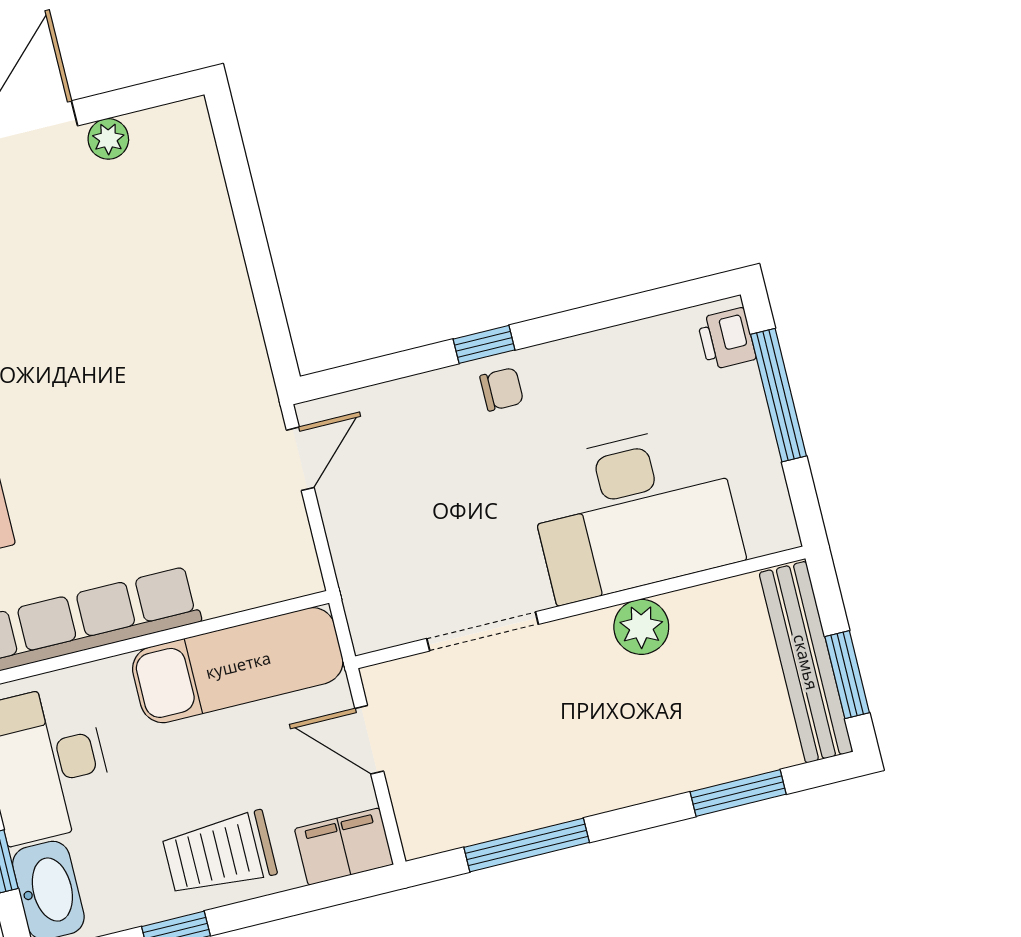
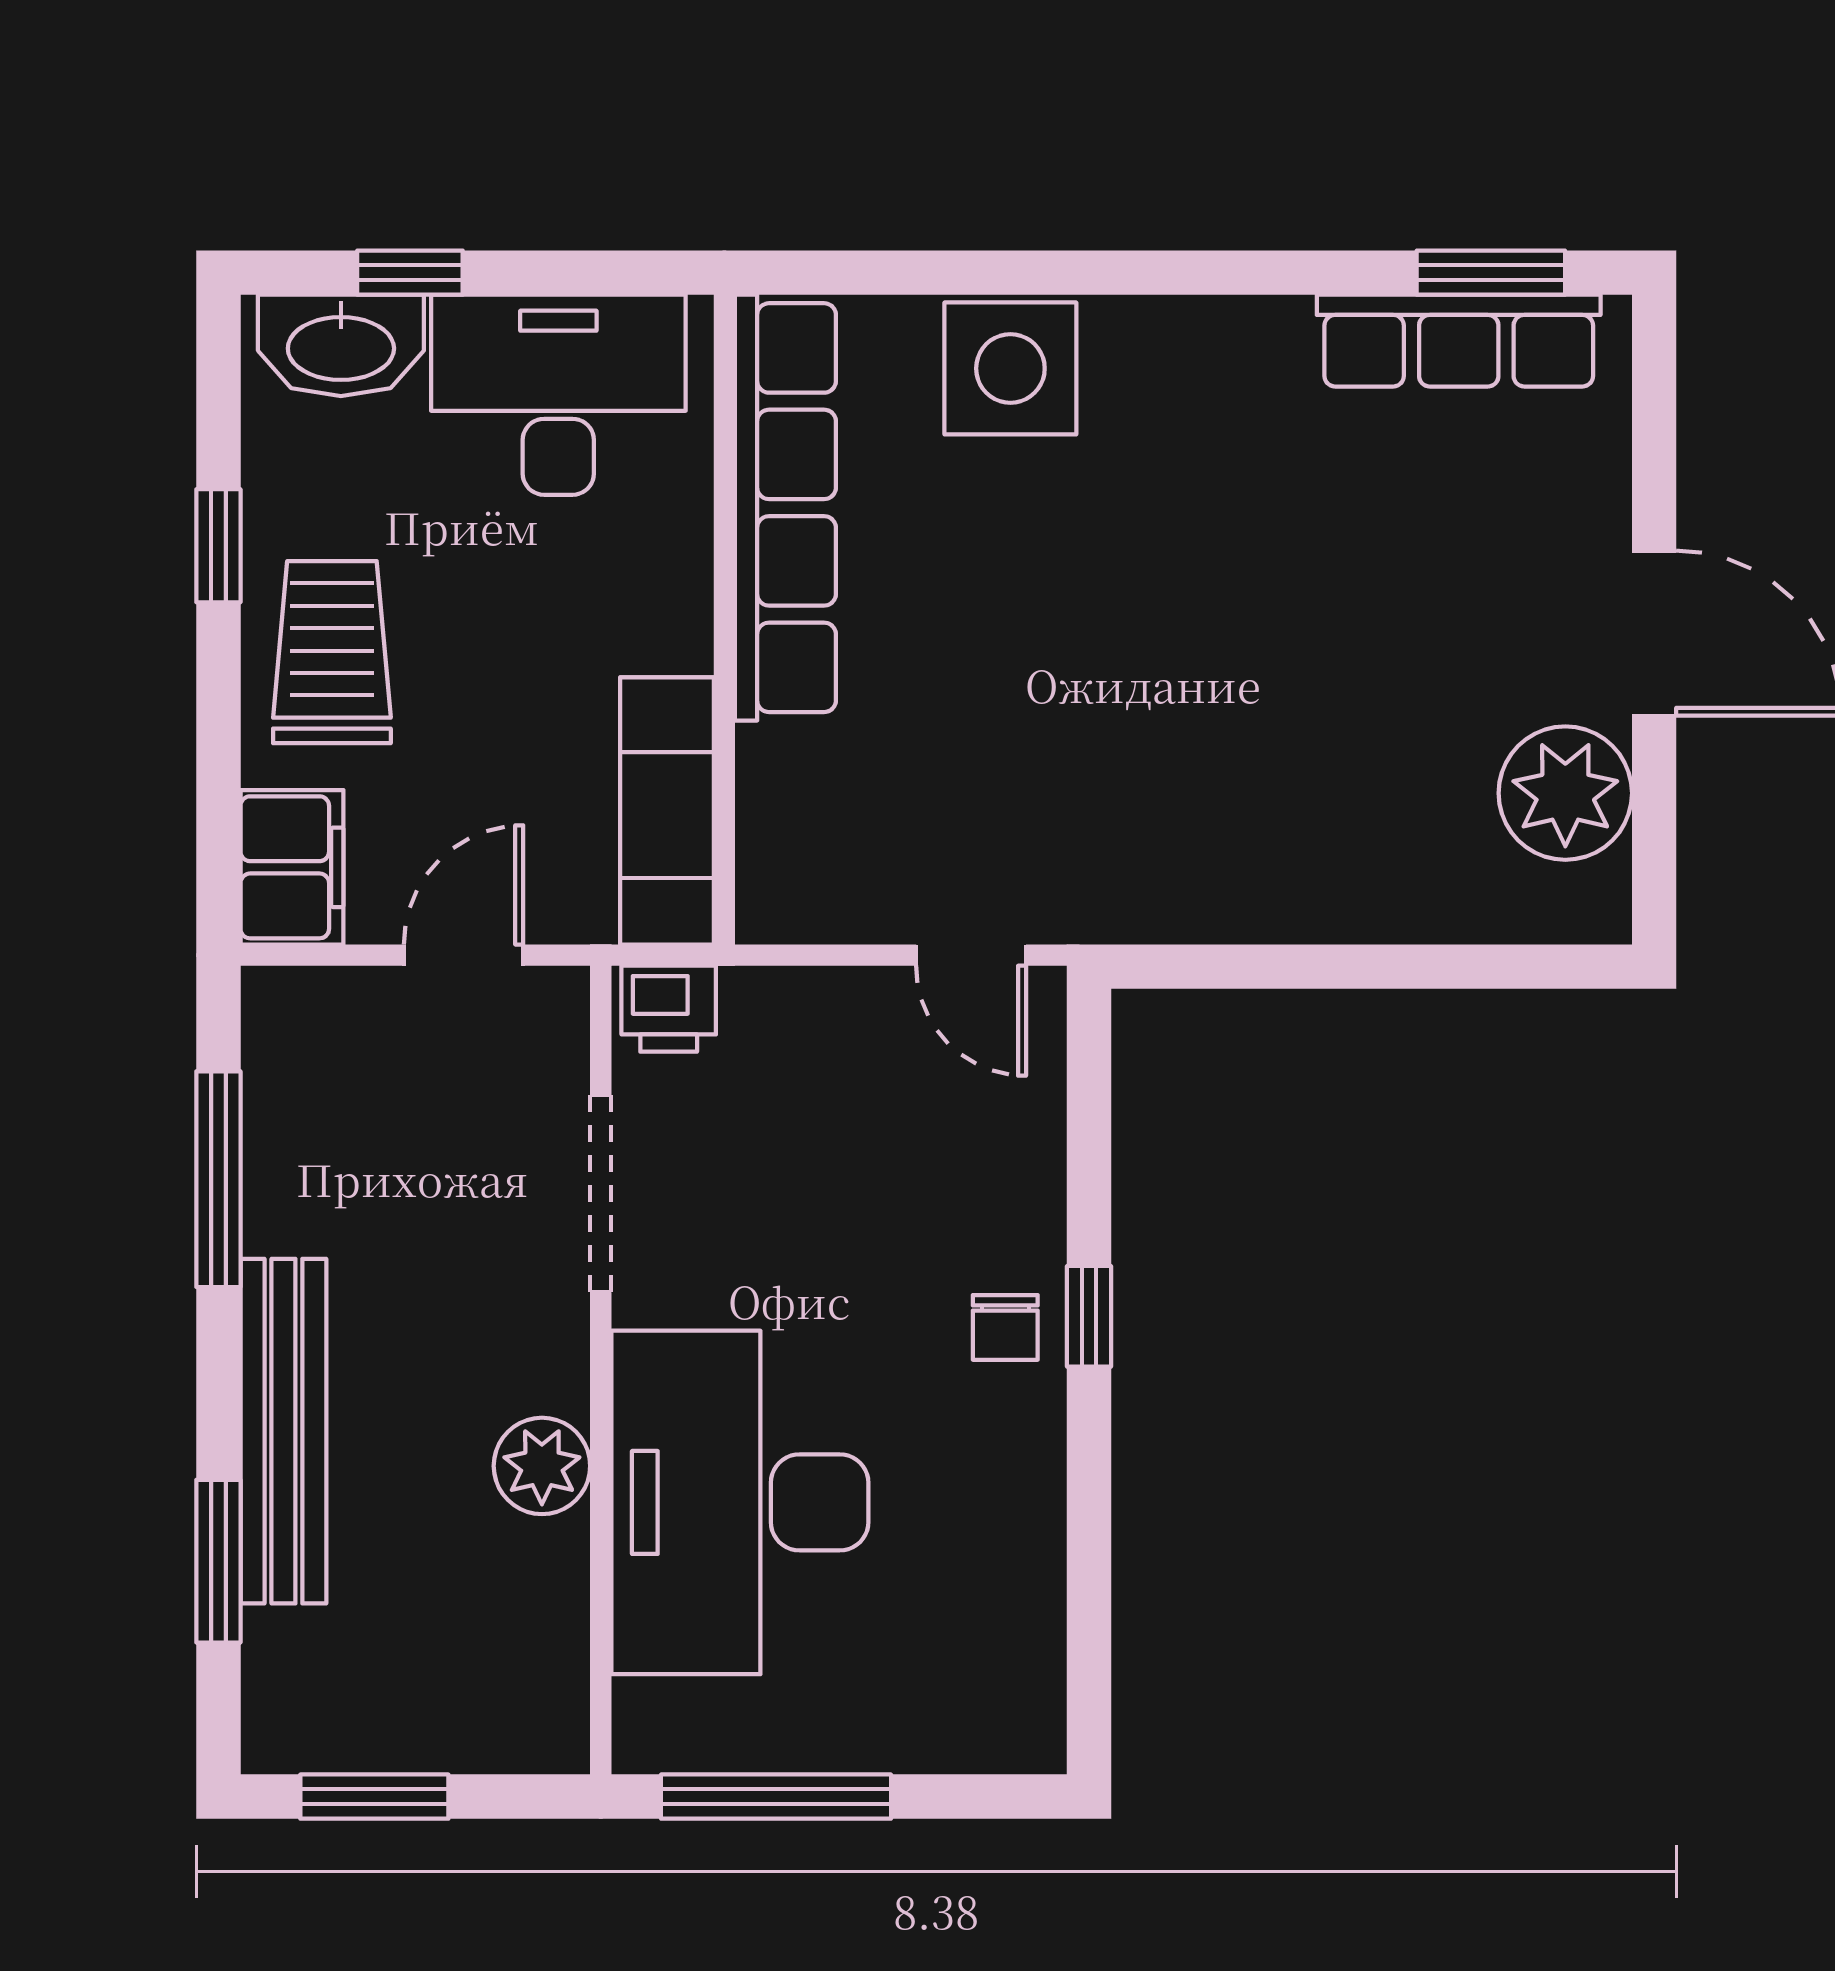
plant: (108, 139) -> (1565, 793), width x1.88, depth x1.88
printer: (726, 339) -> (669, 1009), moved, turned 180
window: (778, 395) -> (776, 1797), moved
bench: (806, 662) -> (283, 1431), moved, turned 90
exam couch: (238, 665) -> (667, 811), width x0.73, depth x0.69

